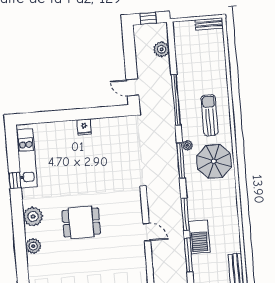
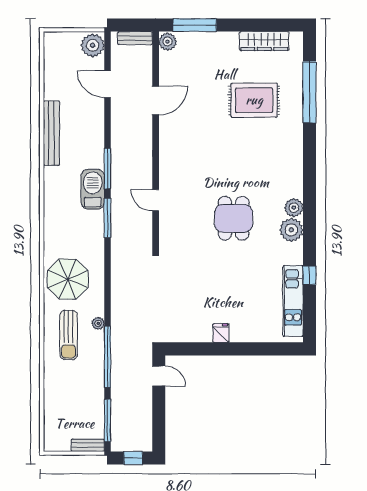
bench: (209, 24) -> (88, 445), moved
plant: (162, 49) -> (120, 419), removed
plant: (187, 145) -> (98, 323), moved
window: (181, 160) -> (107, 420), moved
dining table: (81, 222) -> (234, 218), turned 90
plant: (33, 246) -> (294, 208), moved

